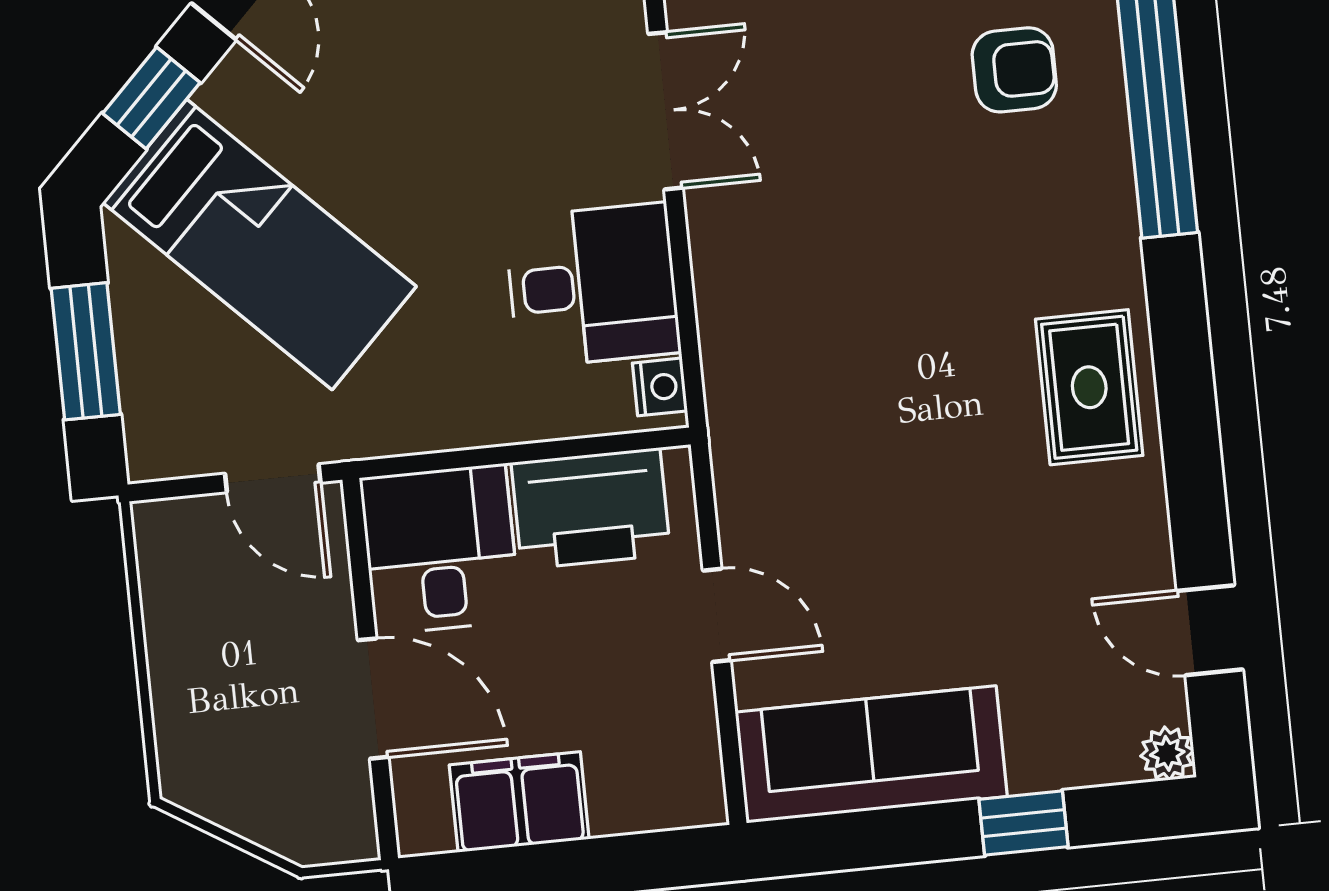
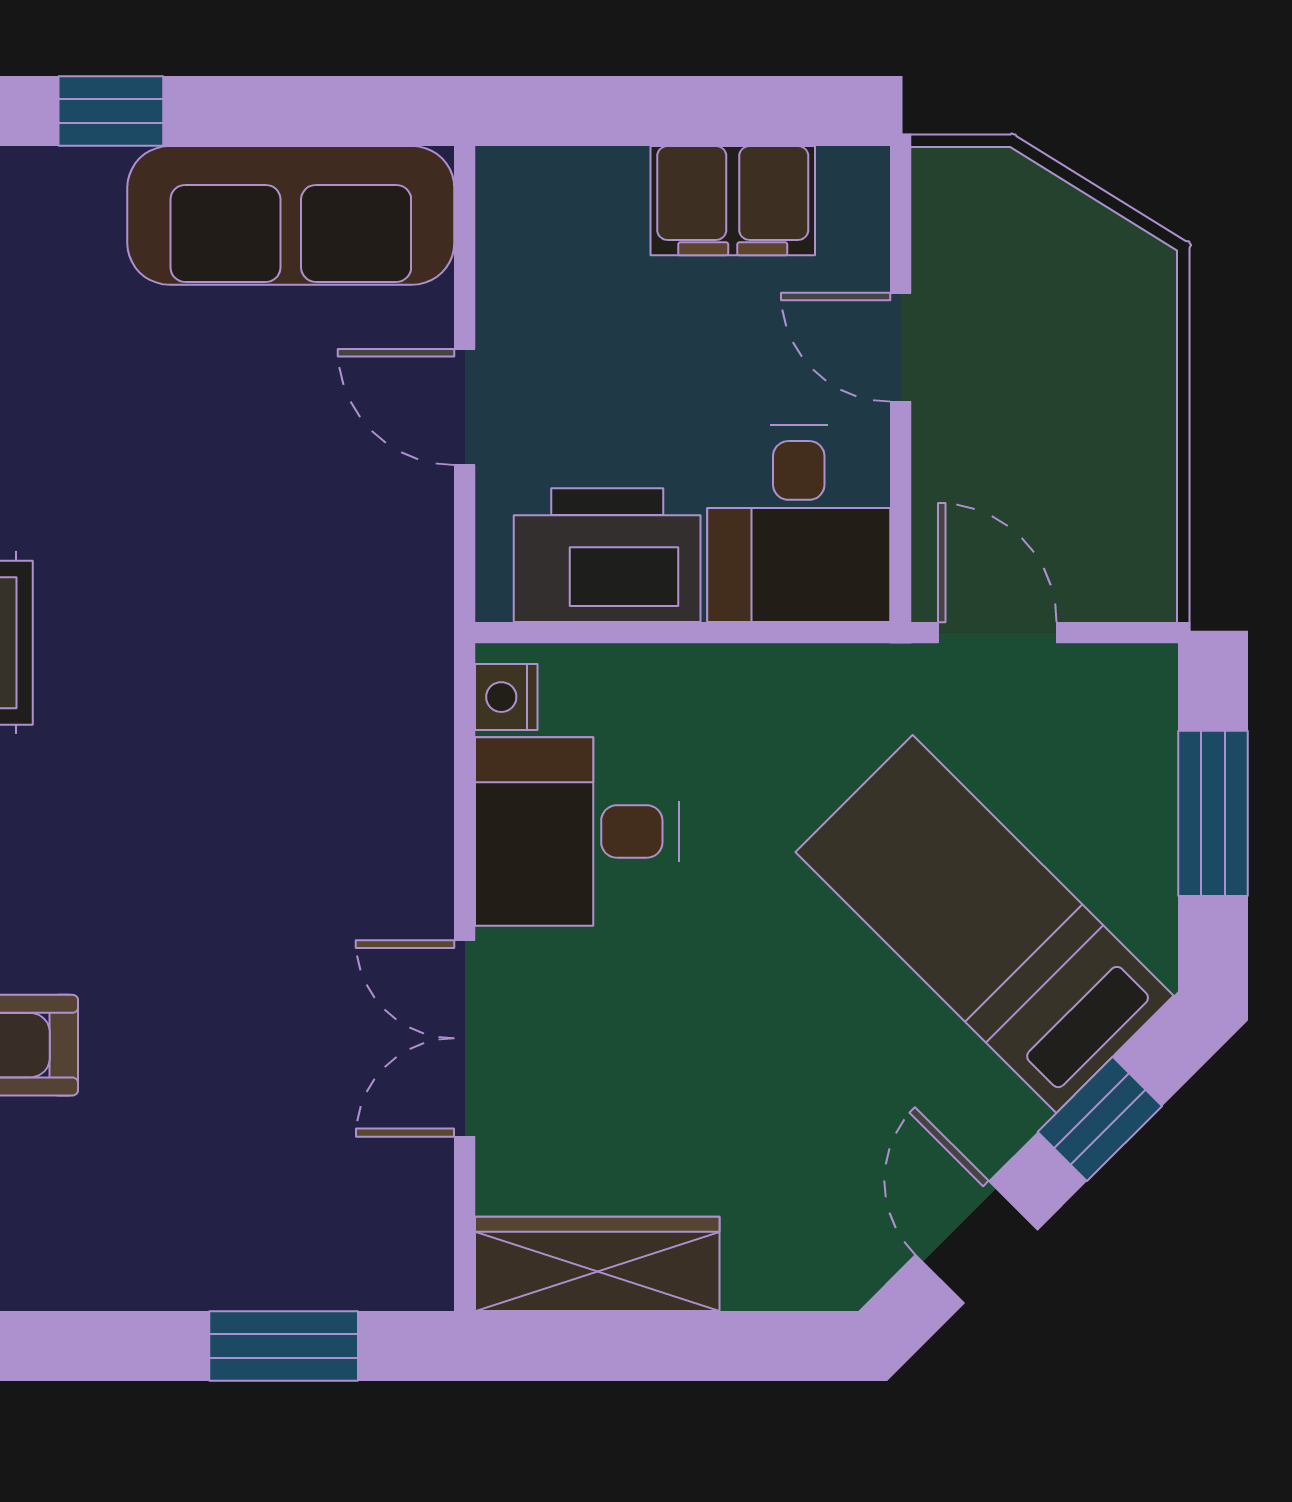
door: (373, 699) -> (901, 347), width x0.73

